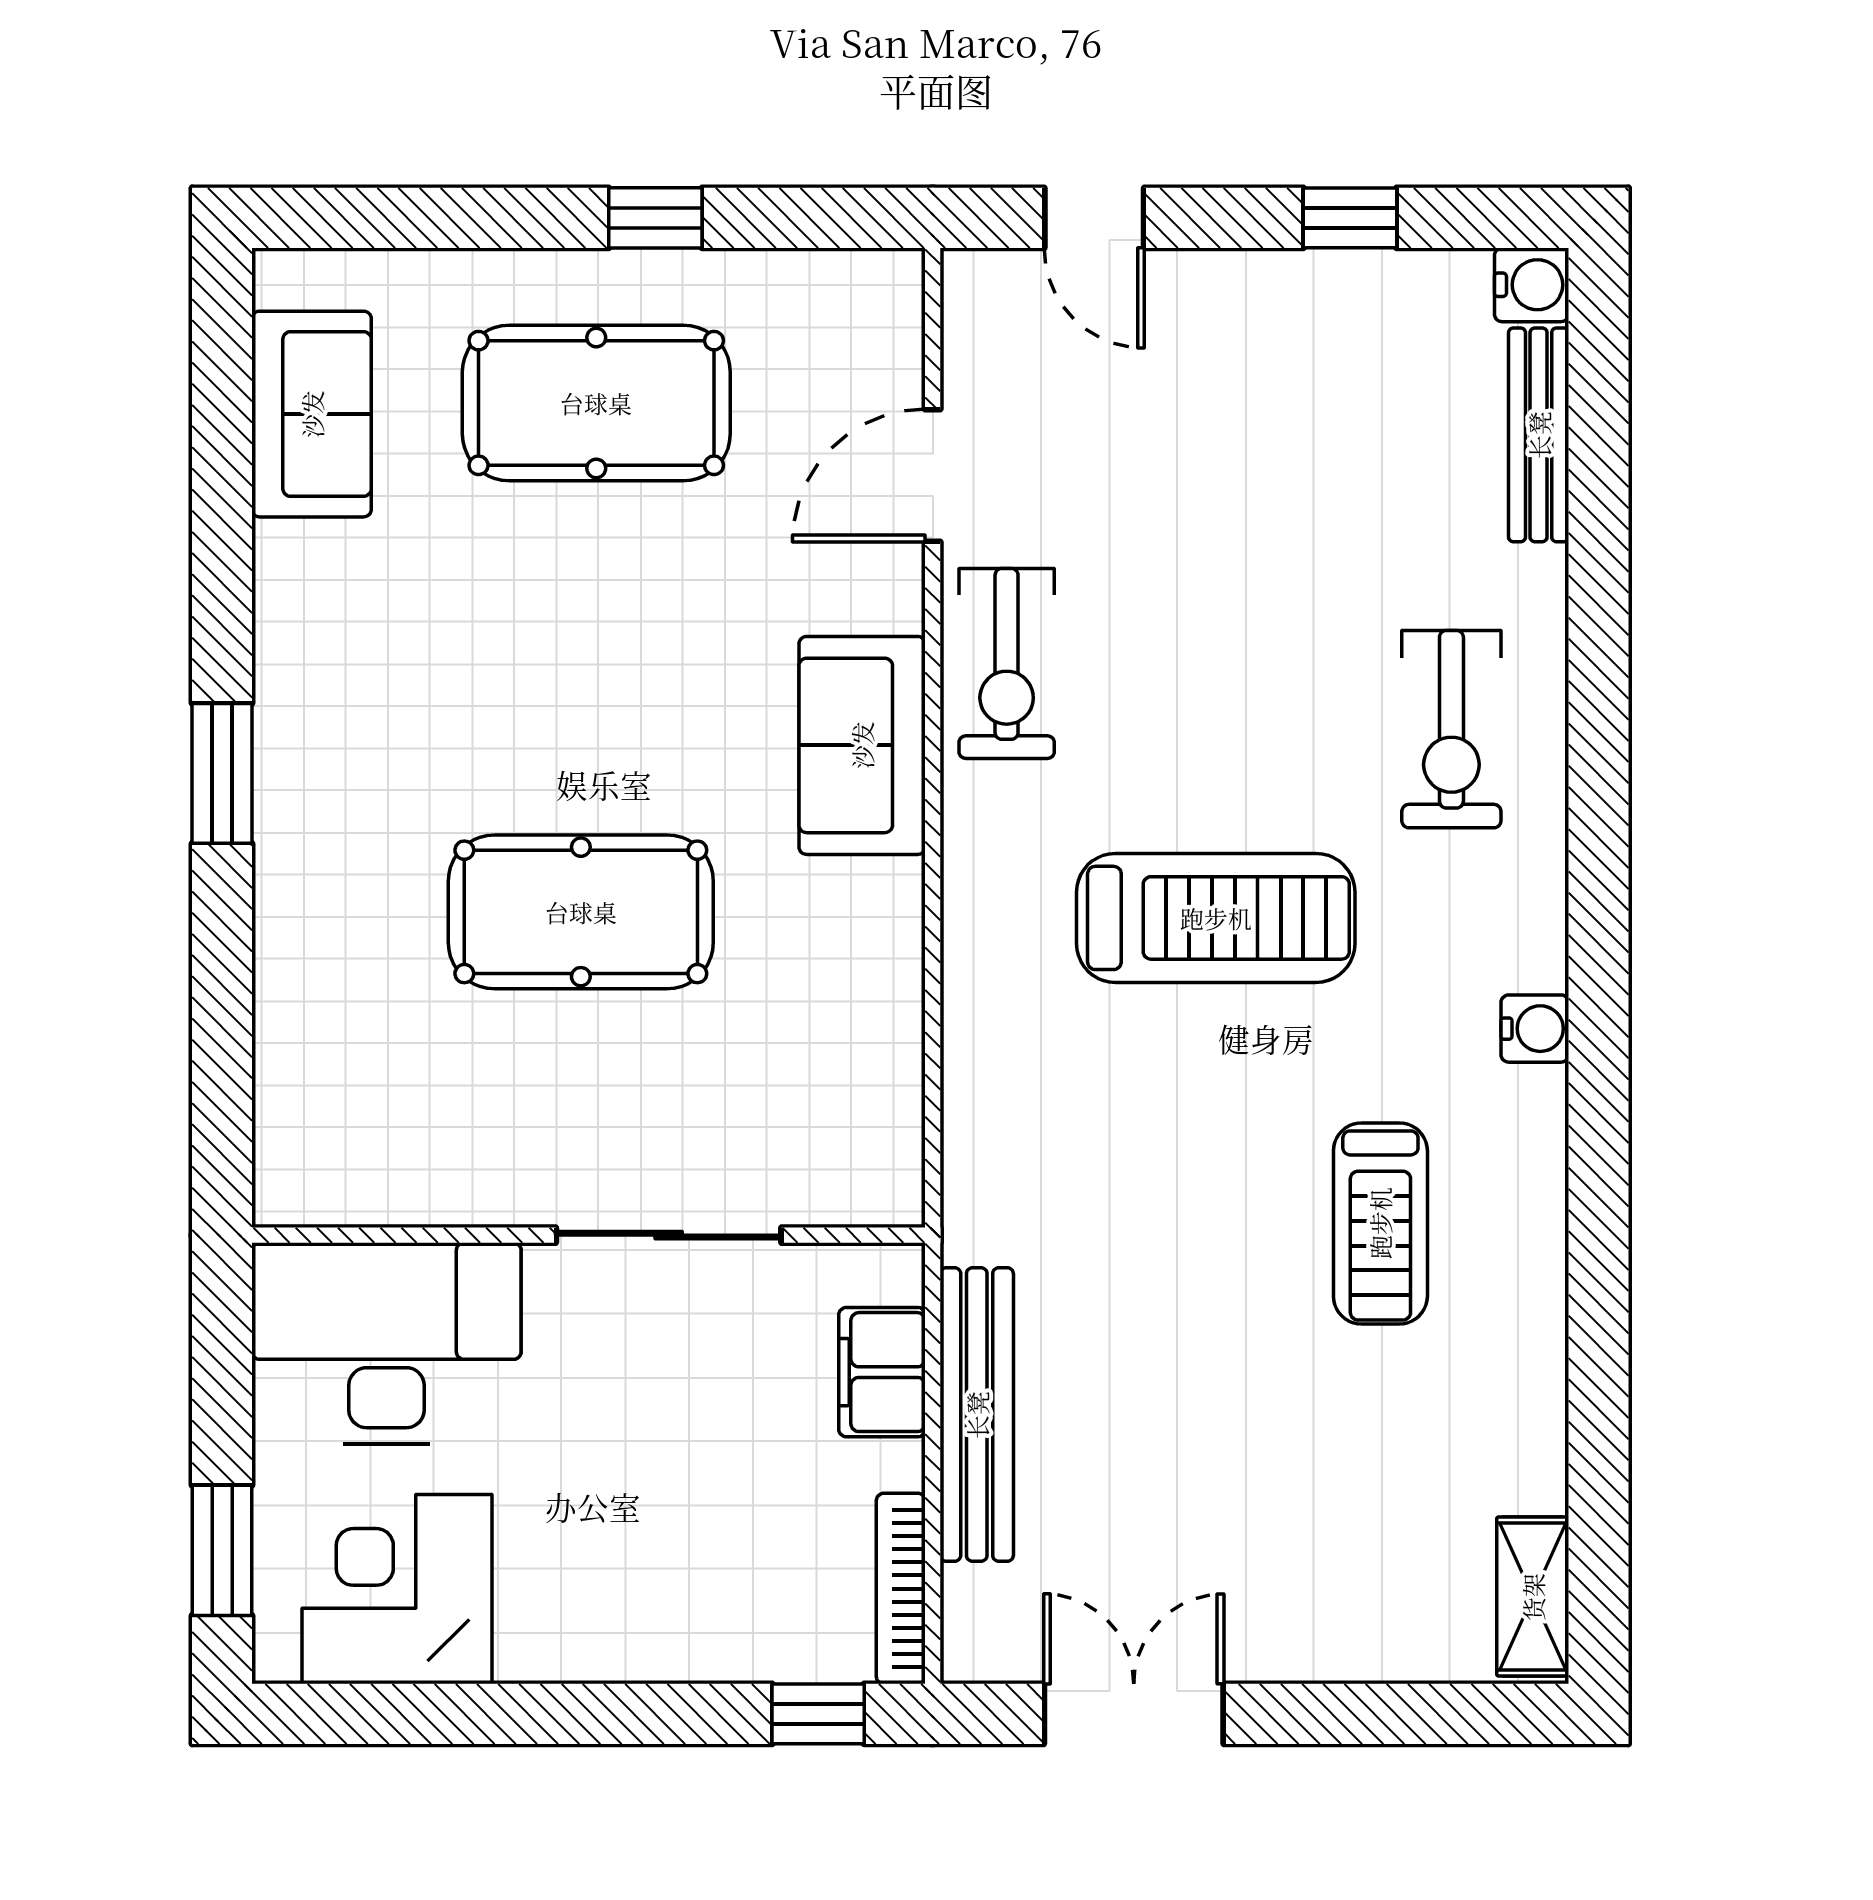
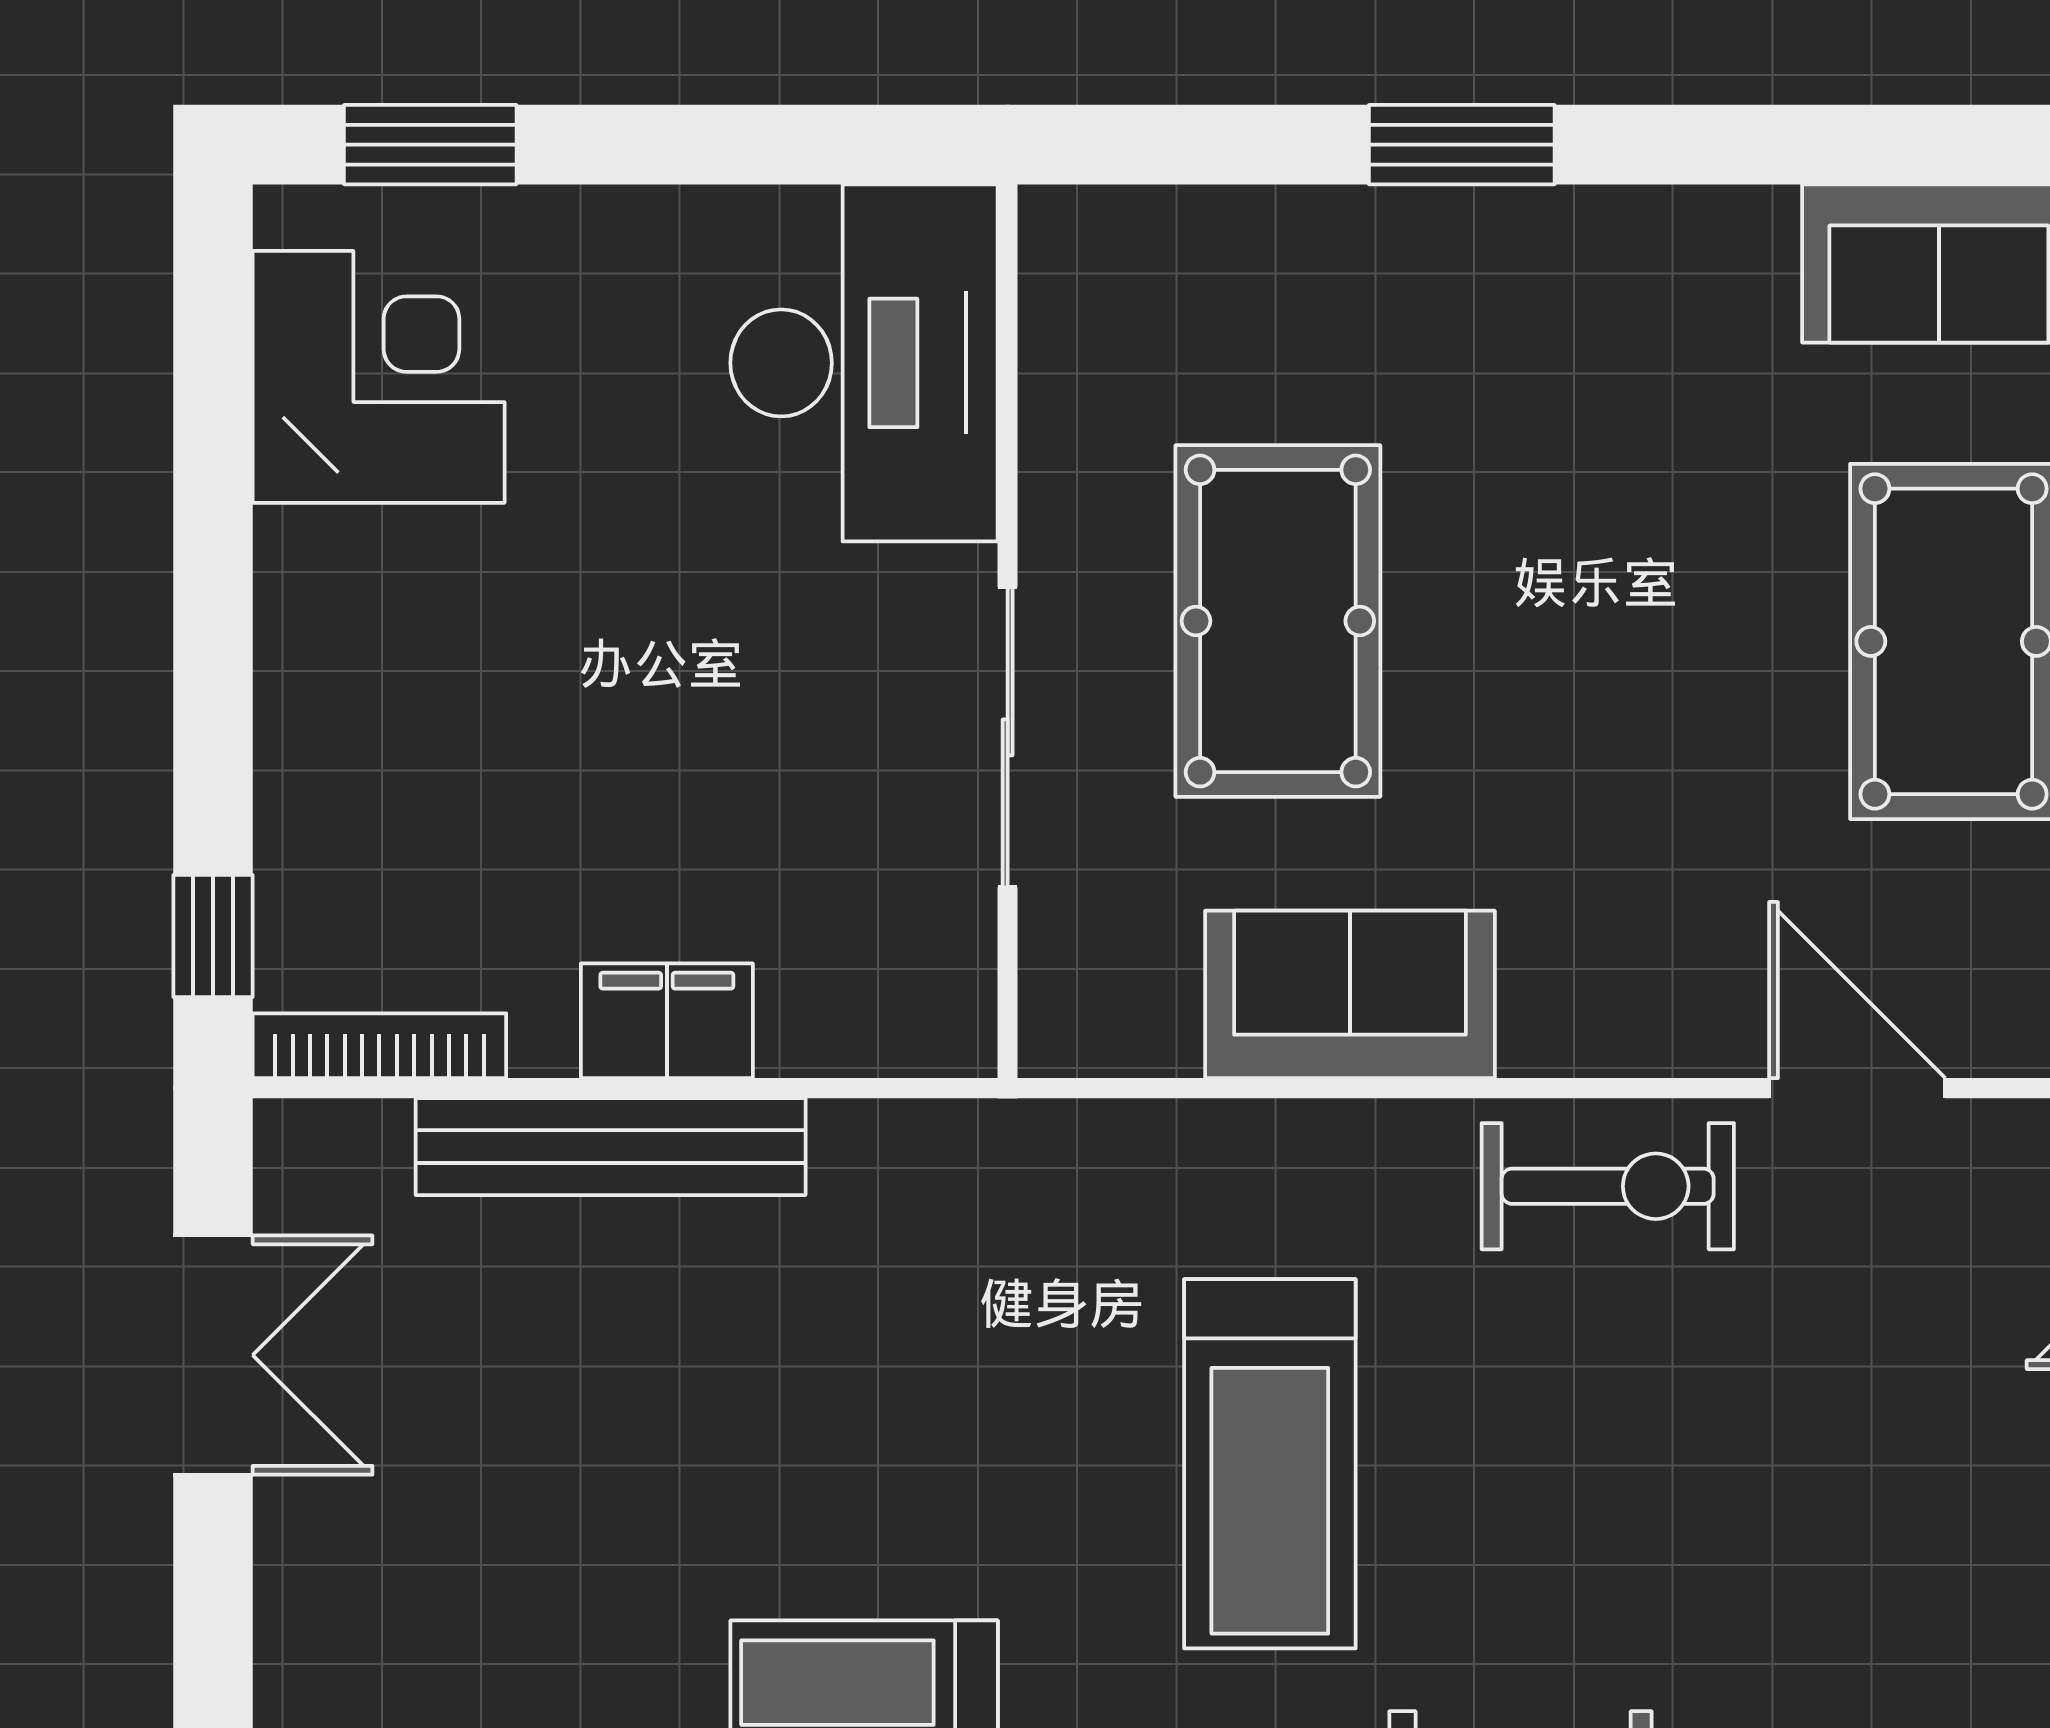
exercise bike: (1007, 663) -> (1608, 1186), turned 180
sofa: (862, 745) -> (1350, 994), moved
wall: (589, 1235) -> (1008, 631), moved
sliding door: (669, 1235) -> (1008, 737), moved
desk: (386, 1343) -> (864, 363), moved

